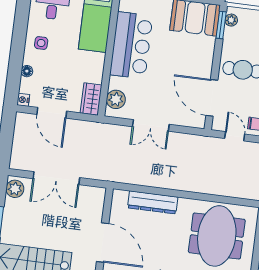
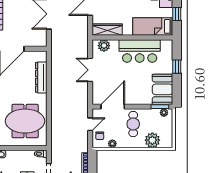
wardrobe: (91, 99) -> (107, 30), width x1.50

